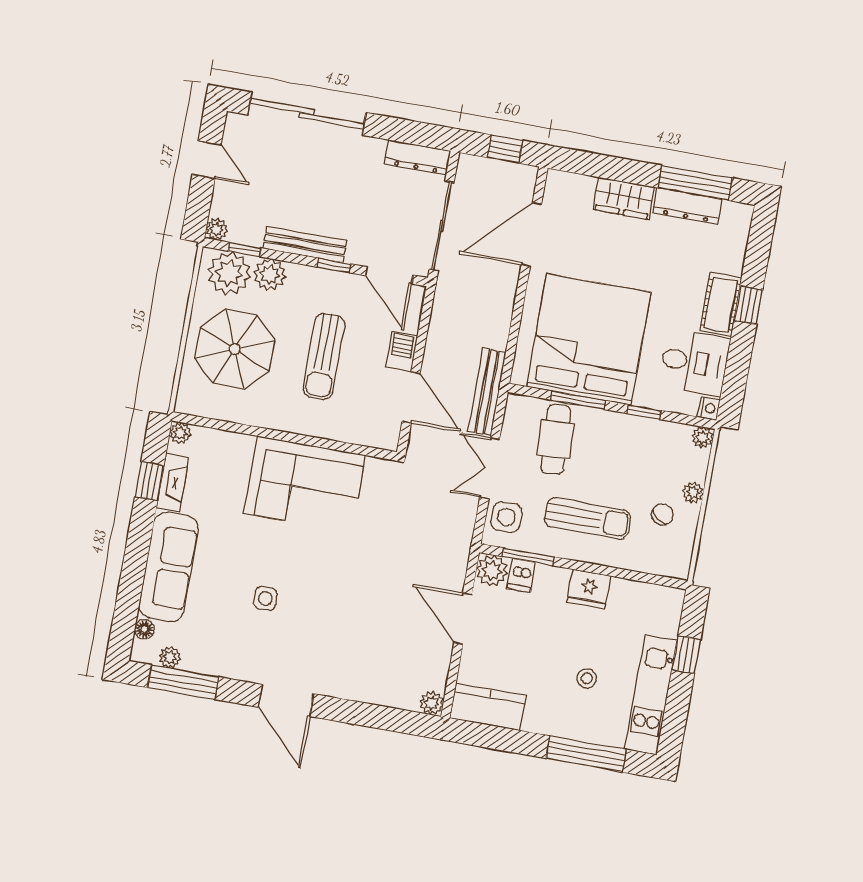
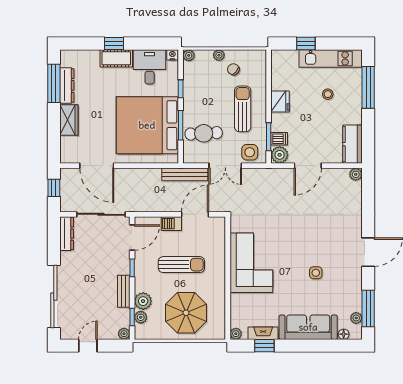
bench: (305, 244) -> (124, 291), width x0.73
plant: (229, 273) -> (141, 317), width x0.53, depth x0.53

